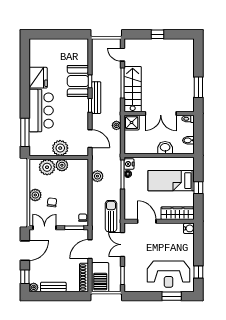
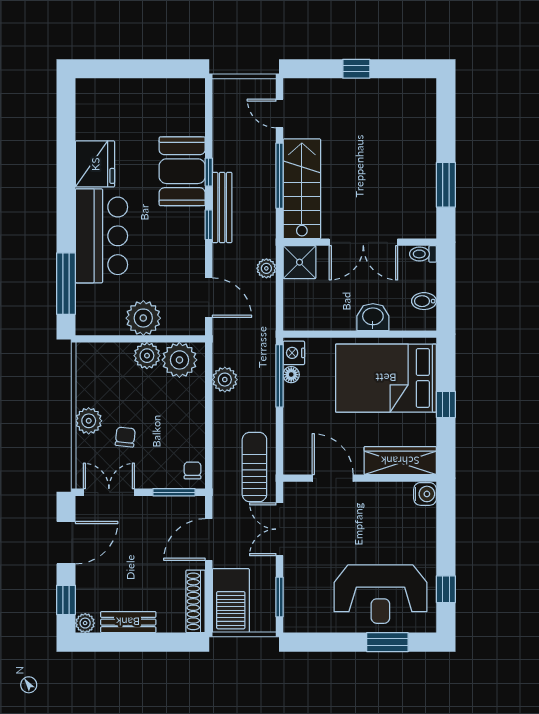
plant: (47, 167) -> (179, 360), moved
bed: (171, 181) -> (386, 378), width x1.50

